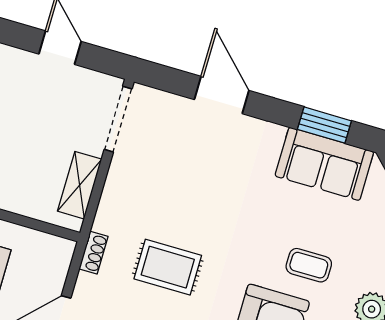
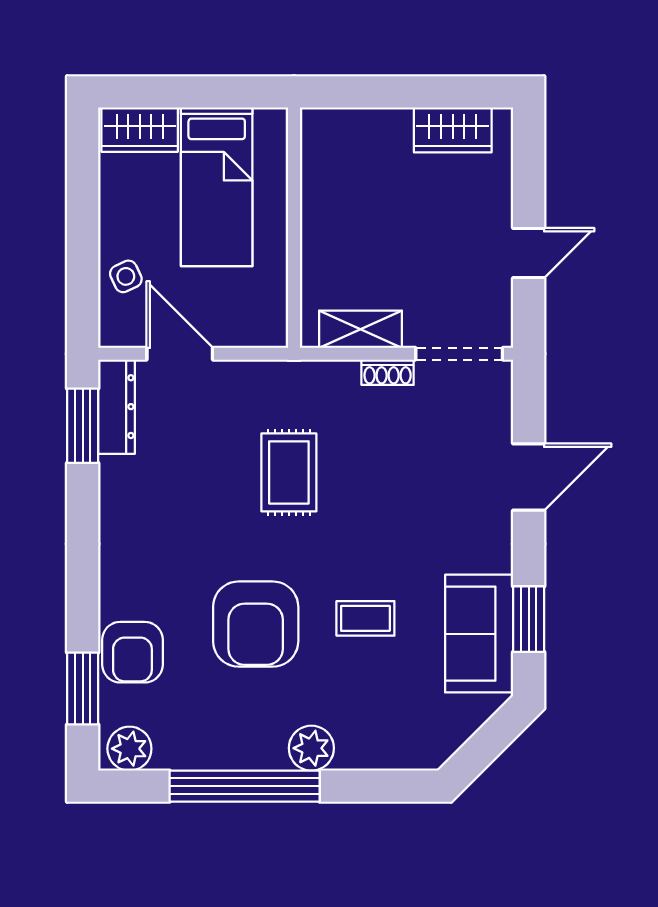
shoe rack: (94, 253) -> (388, 372), moved
coffee table: (309, 265) -> (365, 618), moved, turned 90

